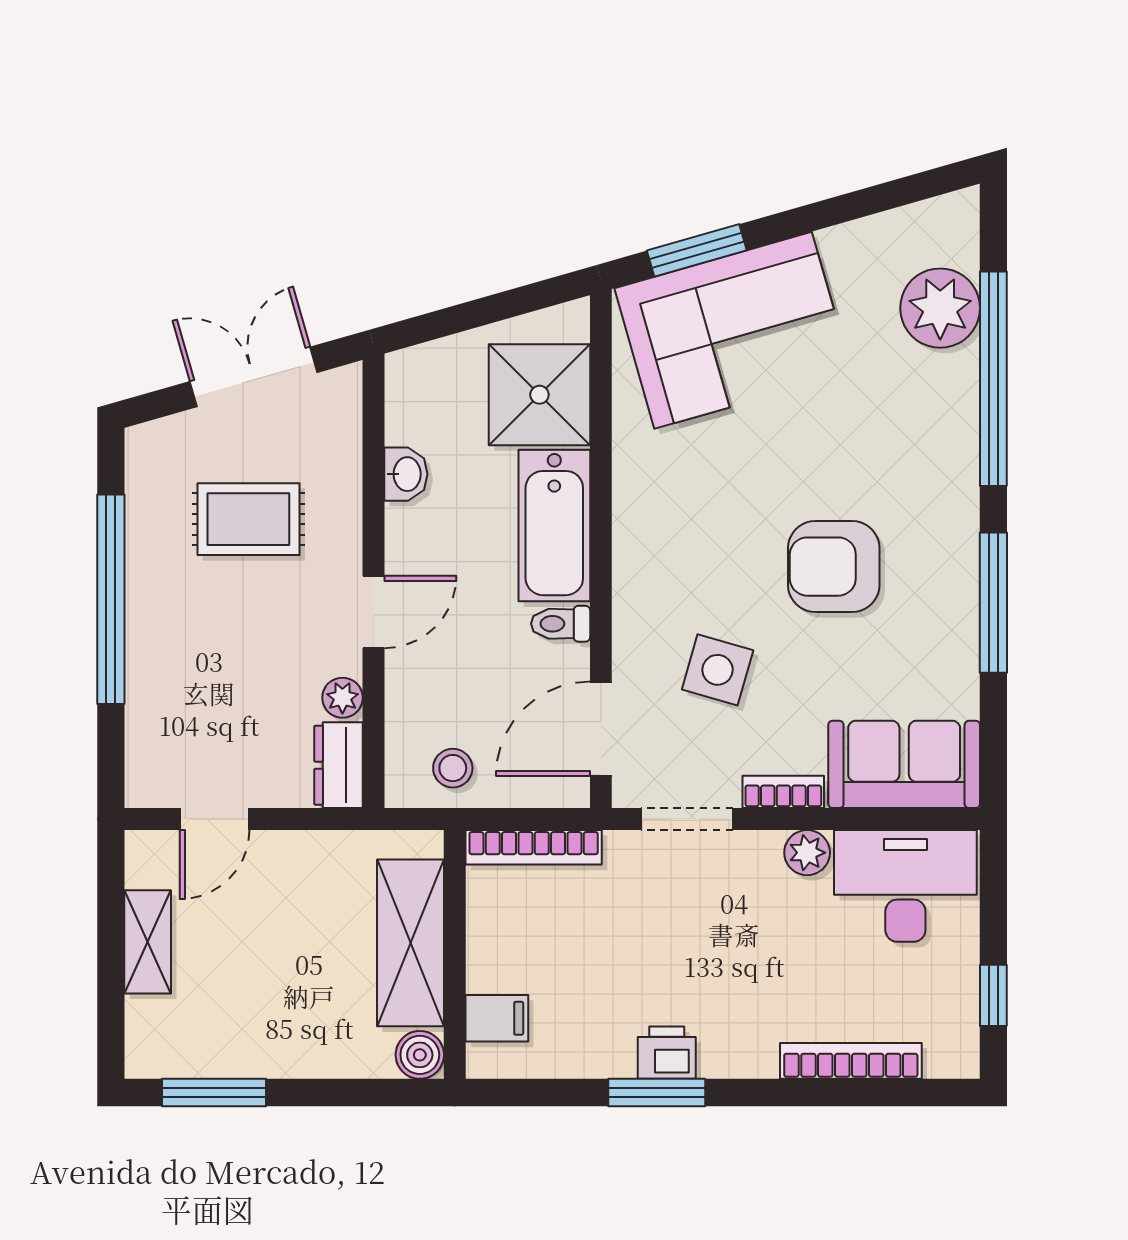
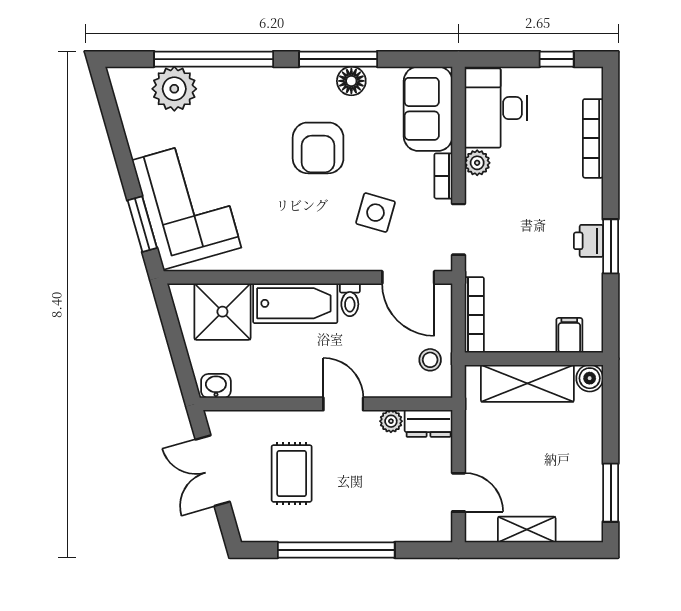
washbasin: (406, 474) -> (216, 386), moved
floor lamp: (954, 626) -> (351, 81), added

